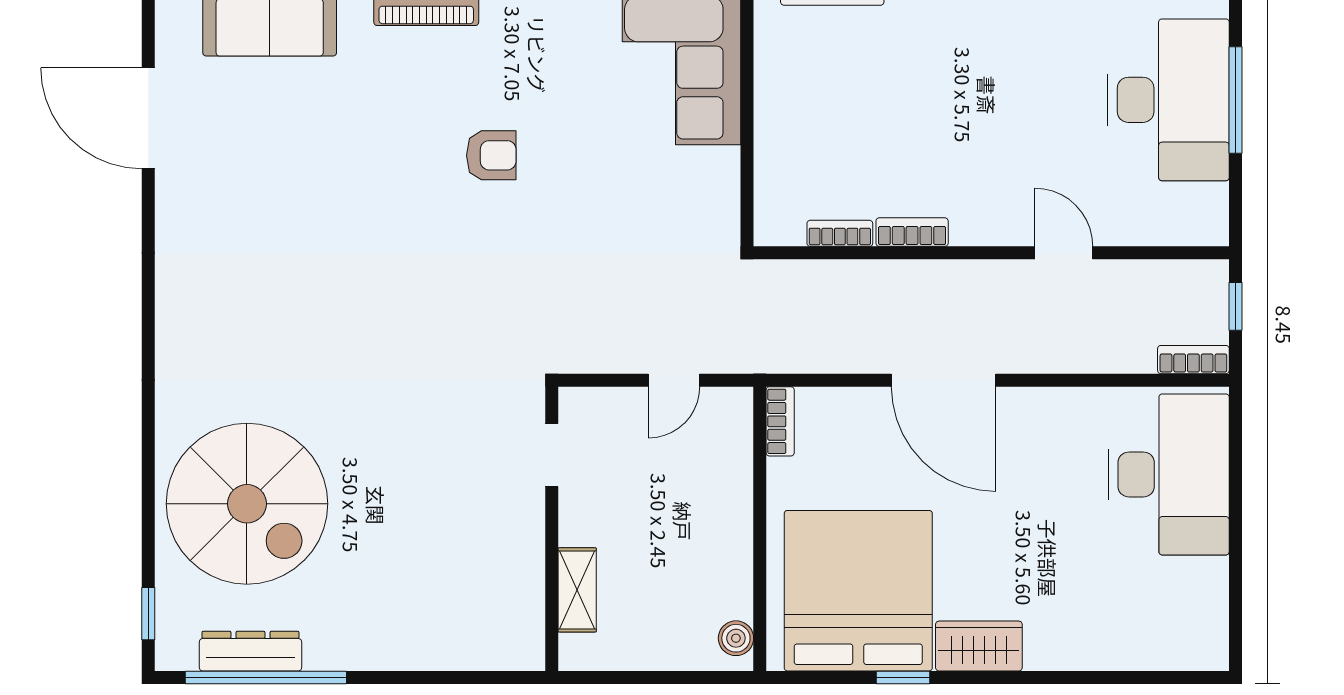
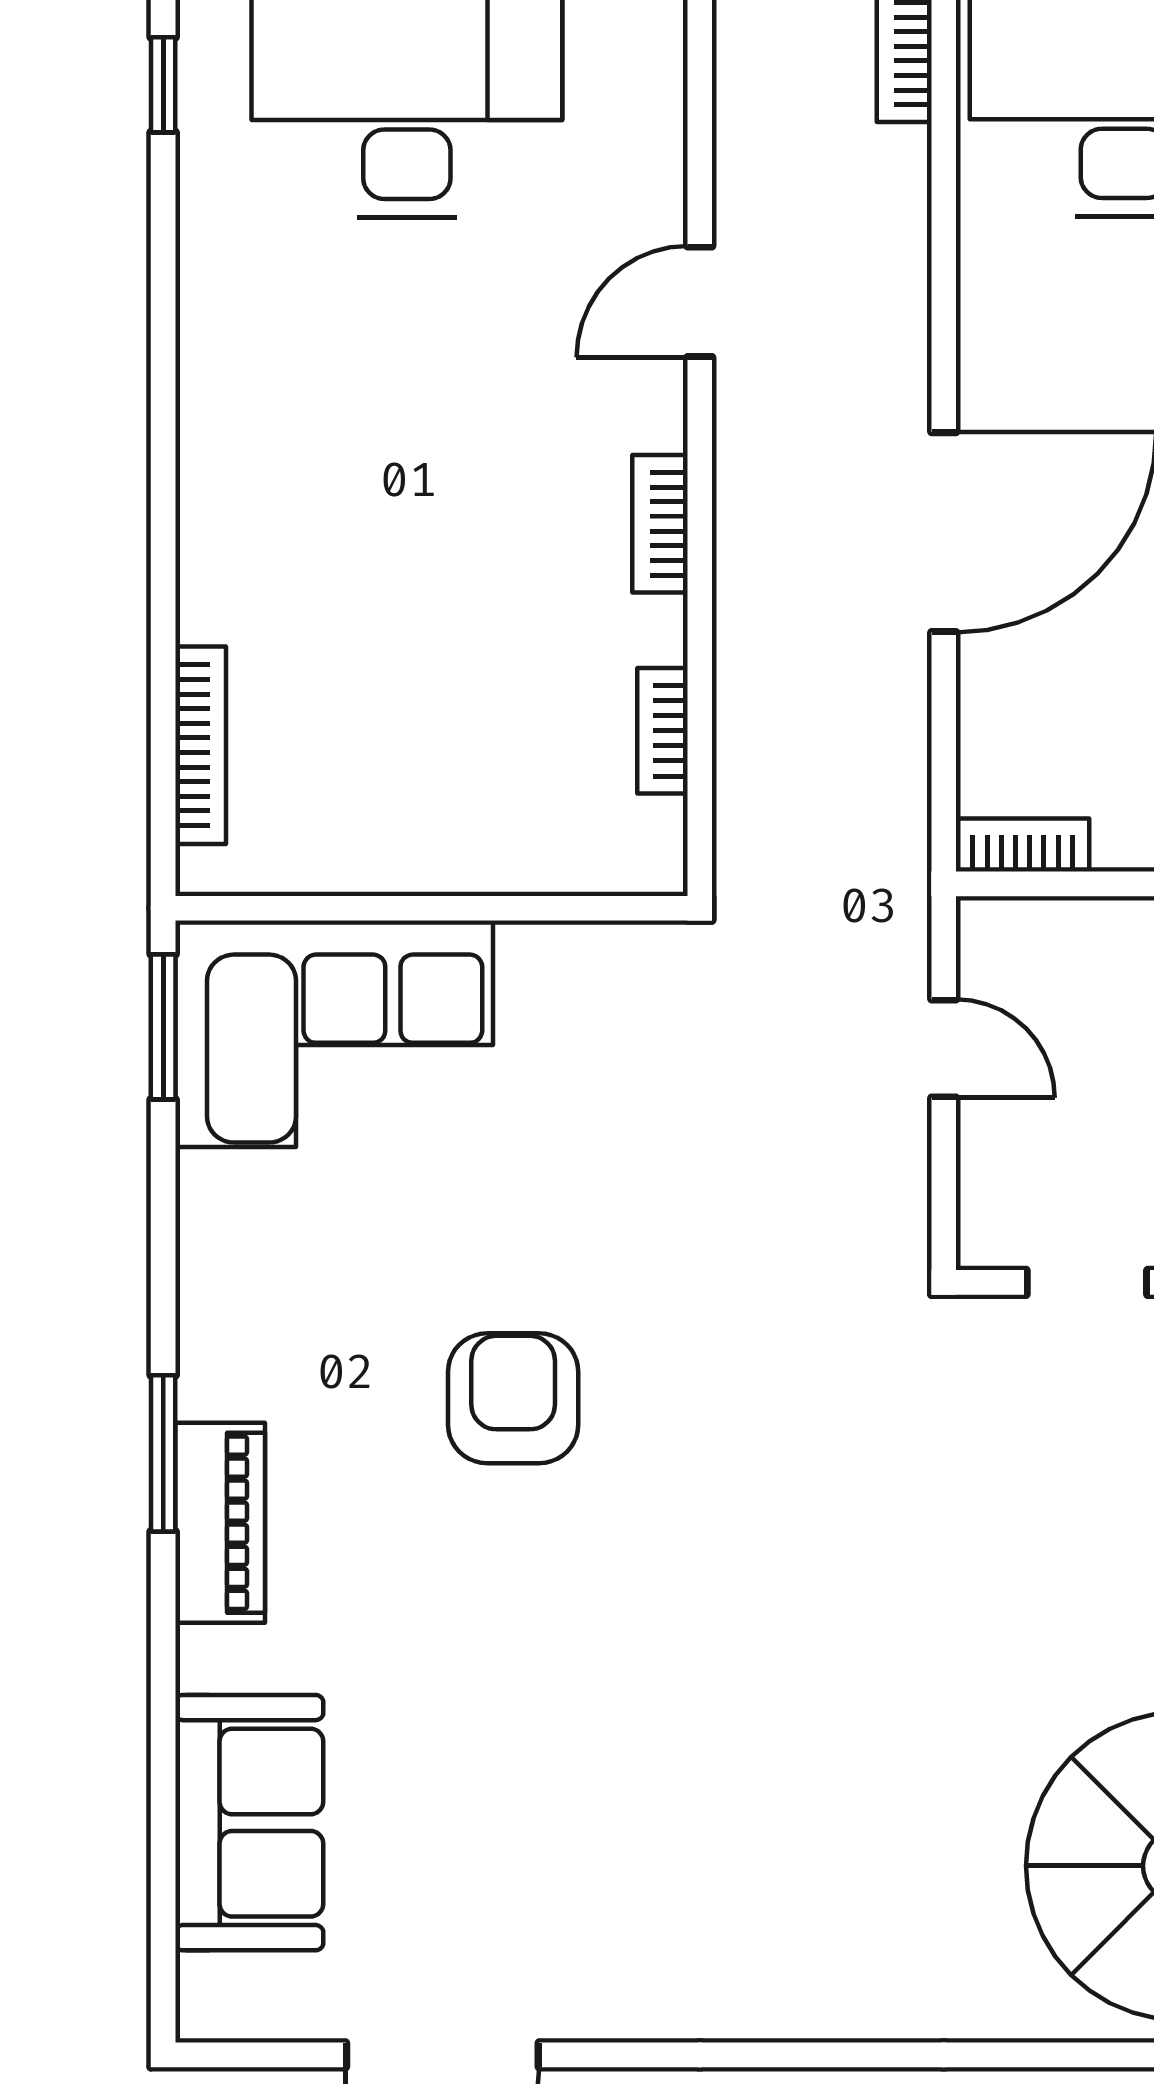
armchair: (491, 155) -> (513, 1398), width x1.38, depth x1.38
bookcase: (912, 232) -> (660, 524), moved

